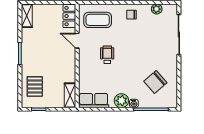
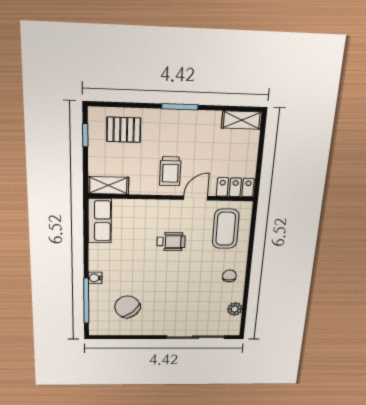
trolley: (60, 57) -> (170, 171), added
plant: (121, 101) -> (99, 261), removed

